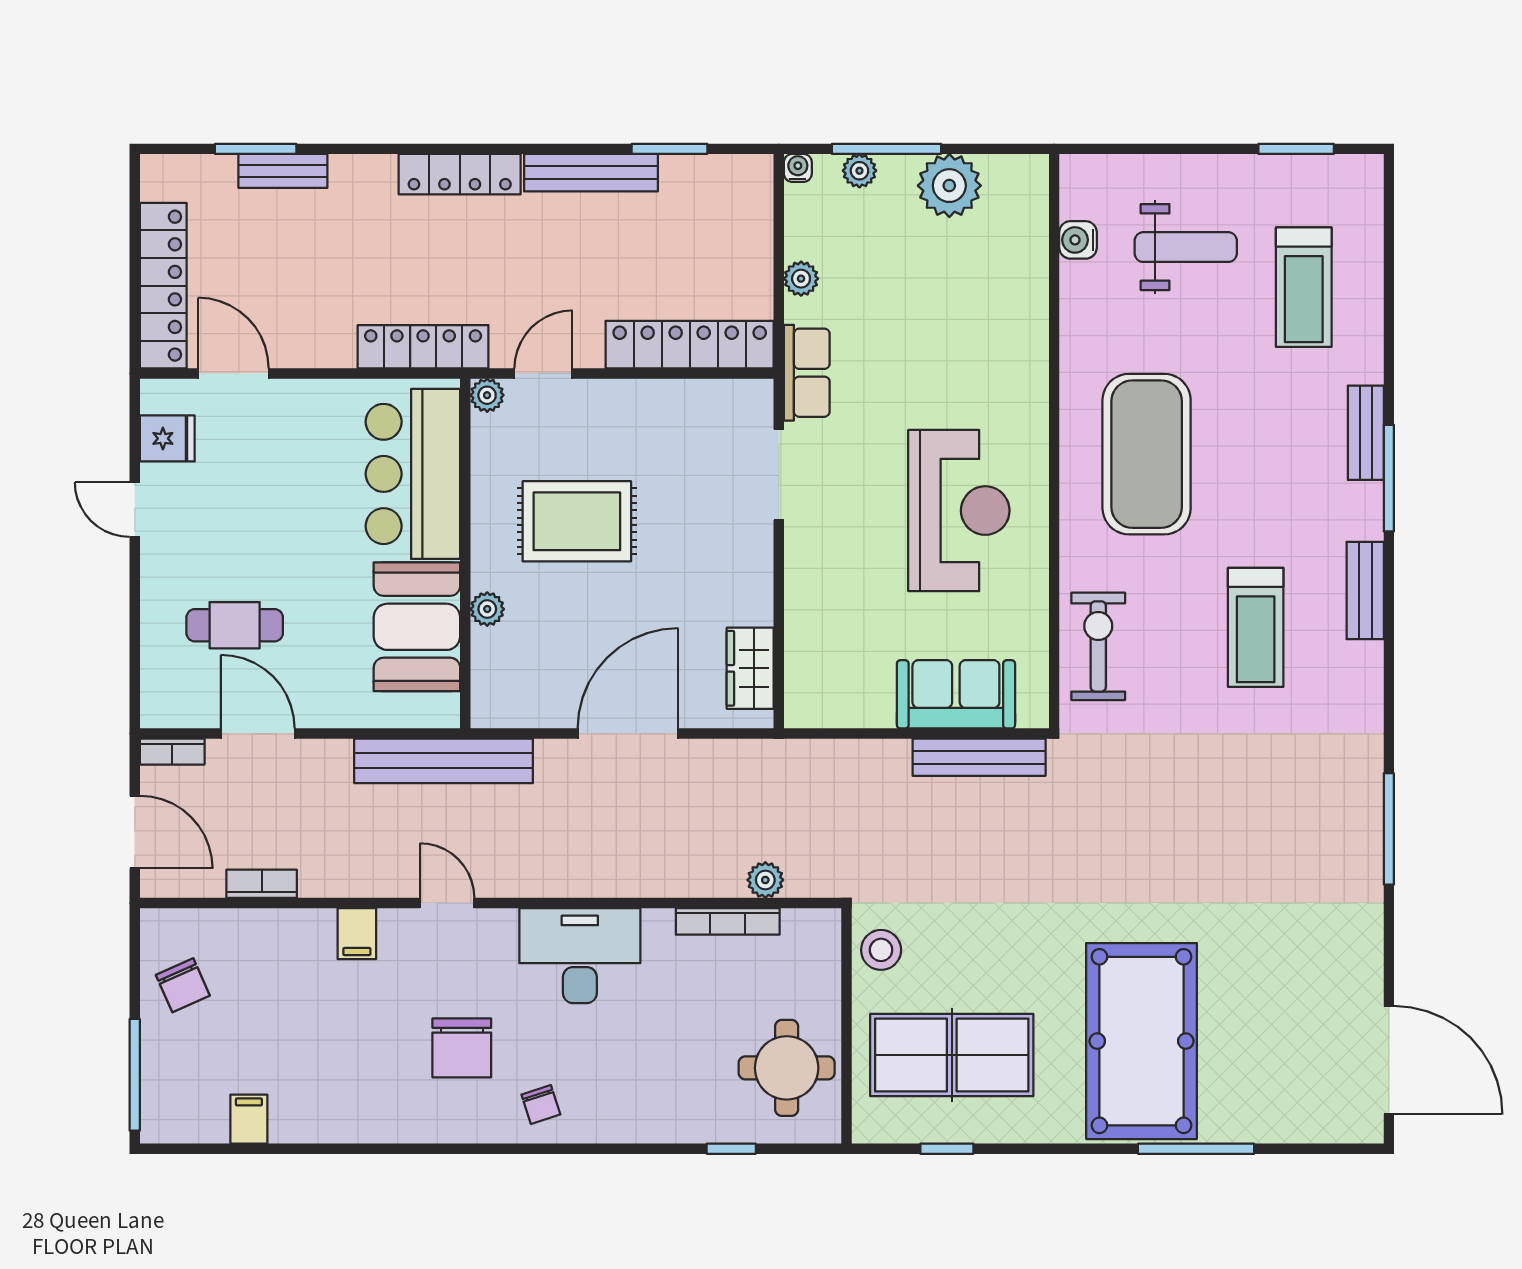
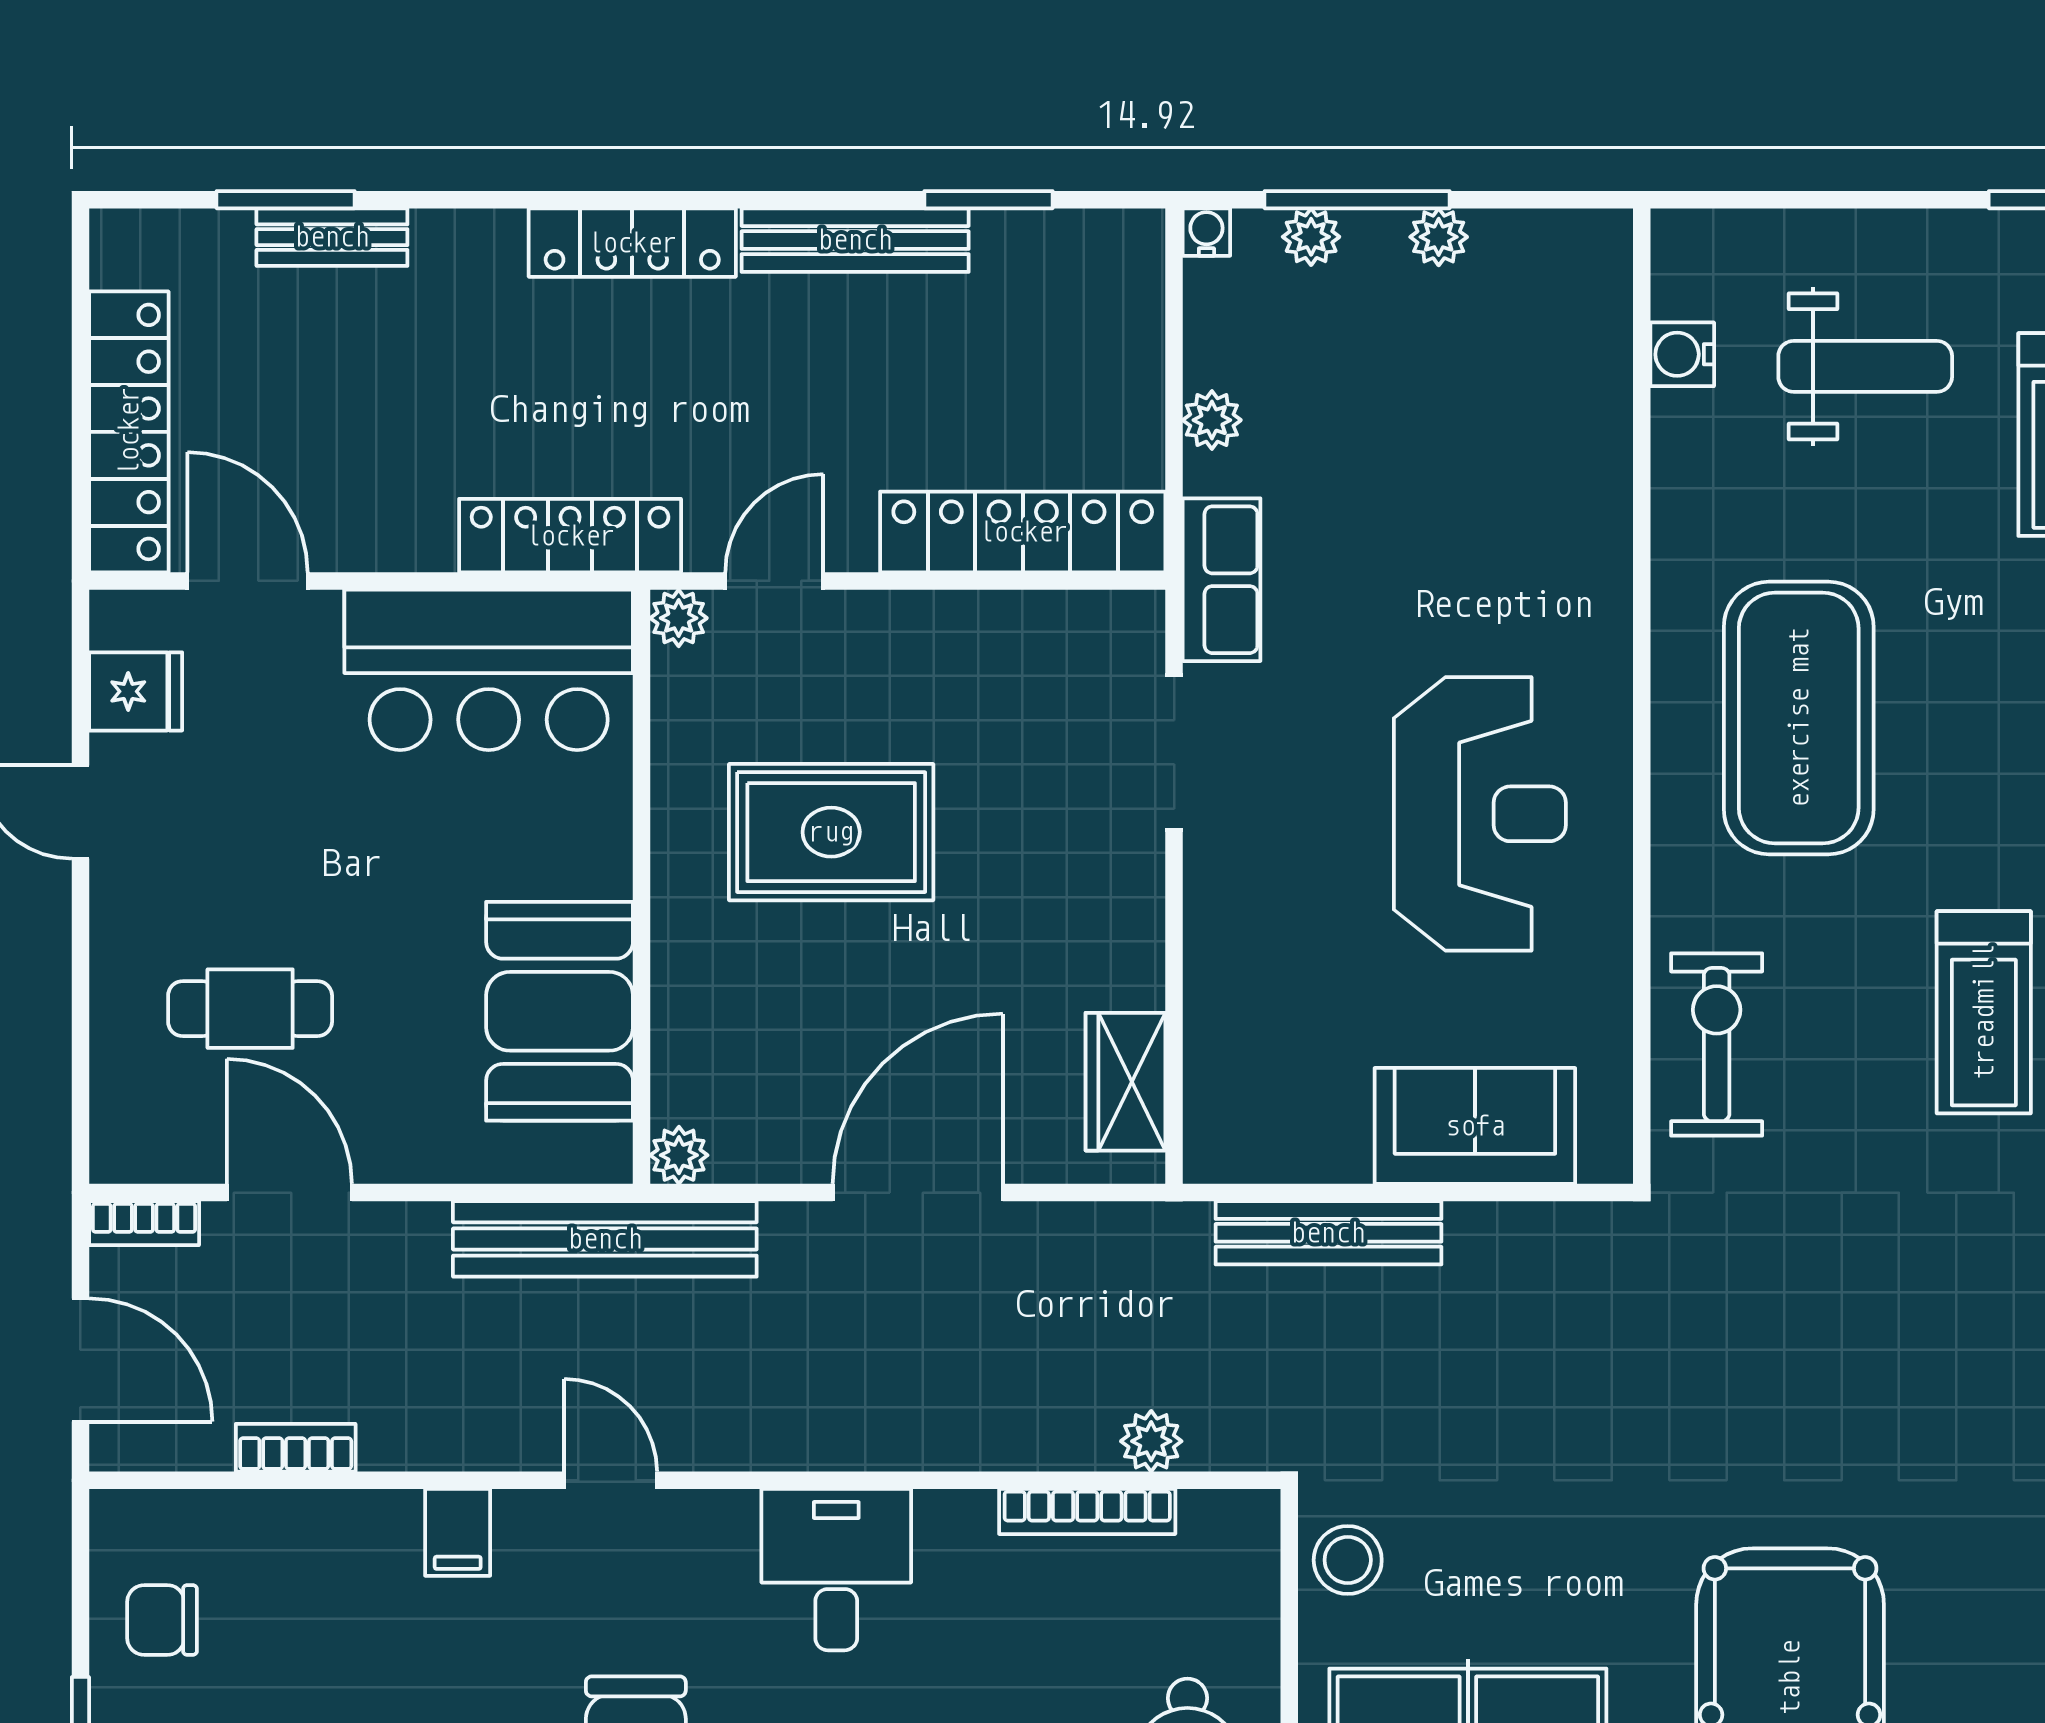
plant: (949, 186) -> (1439, 237), width x0.53, depth x0.53
bar counter: (413, 474) -> (489, 670), moved, turned -90
plant: (487, 609) -> (679, 1155), moved
bench: (979, 757) -> (1328, 1233), moved
desk: (580, 956) -> (836, 1570), width x0.73
chair: (183, 985) -> (162, 1620), turned 114

